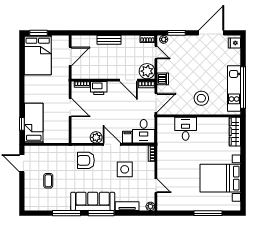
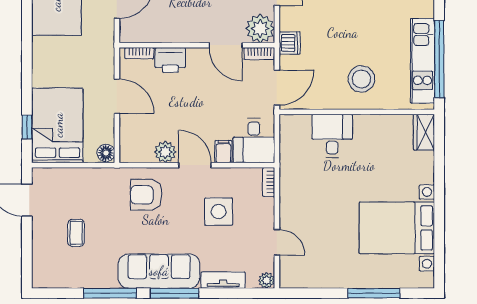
bed: (34, 123) -> (58, 125), width x1.50
wardrobe: (235, 132) -> (424, 132), width x0.67
floor lamp: (64, 138) -> (106, 153), added

